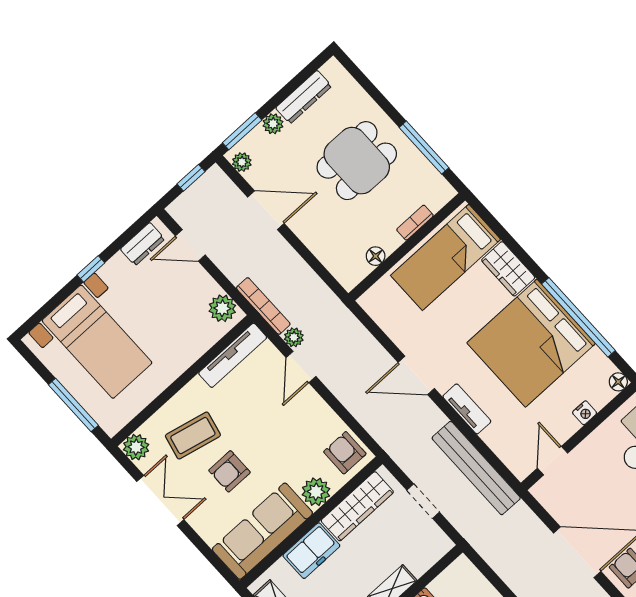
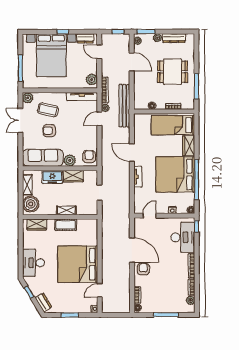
bed with nightstands: (97, 342) -> (51, 55), width x1.36
bench: (476, 468) -> (124, 106), moved
double door: (160, 501) -> (20, 121), swing flipped
wardrobe: (357, 506) -> (73, 176), width x0.67

